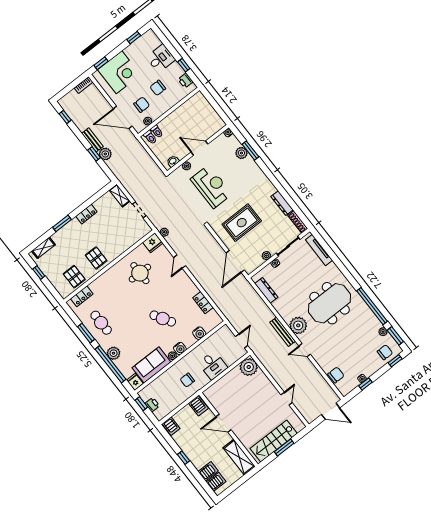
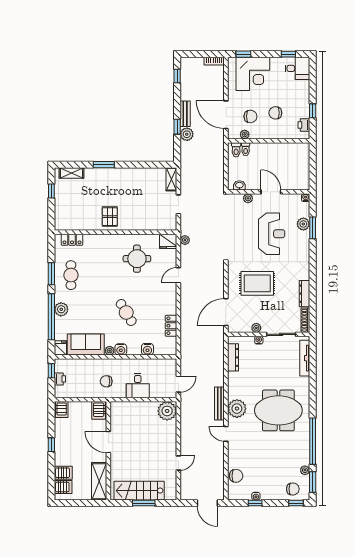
desk: (161, 58) -> (297, 68), moved
reception desk: (211, 186) -> (272, 234), moved
locker: (86, 214) -> (131, 173), removed
pallet: (74, 277) -> (79, 218), removed

